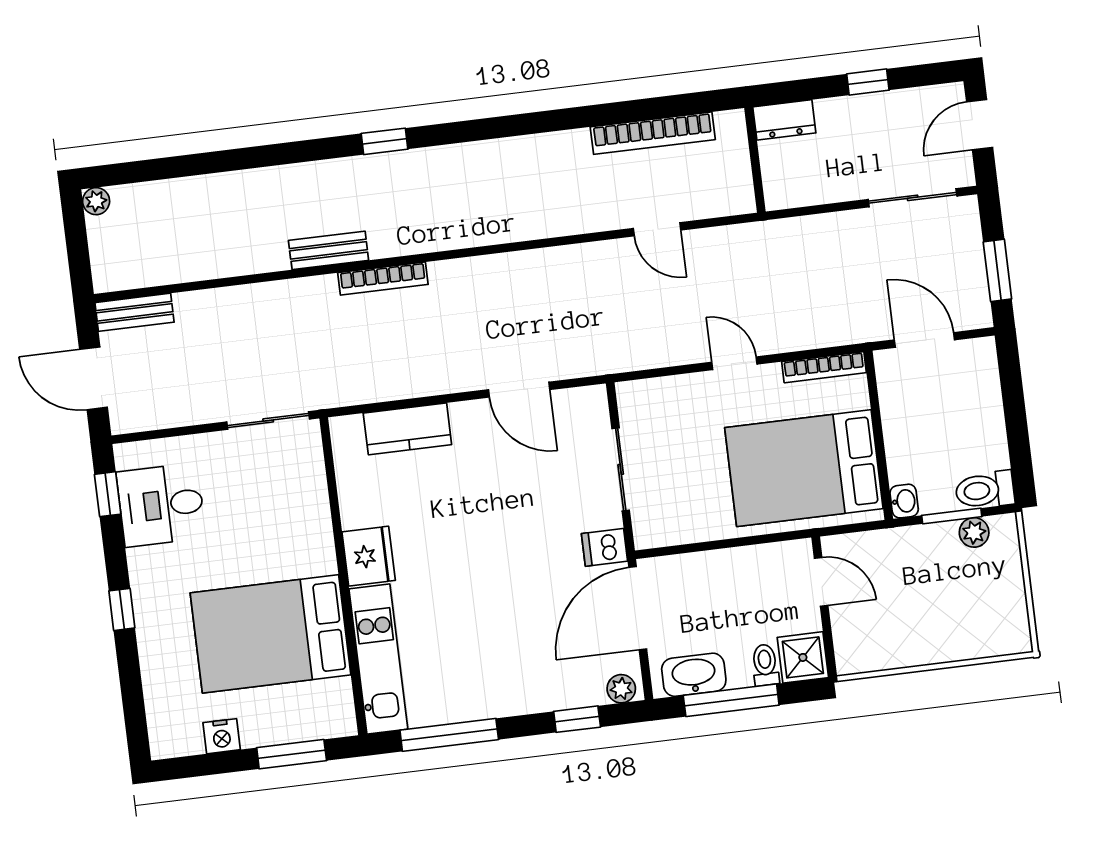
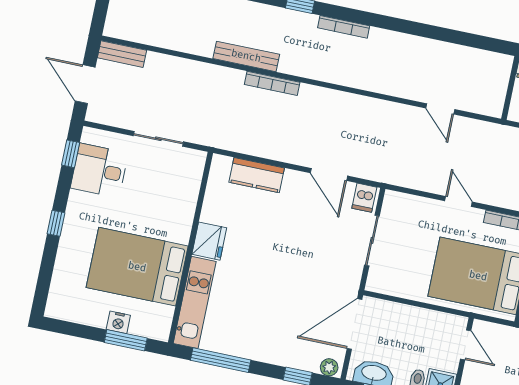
bookcase: (653, 133) -> (344, 27), moved, width x0.68, depth x0.76
bench: (329, 250) -> (246, 56), width x1.36
sliding door: (268, 420) -> (158, 139), moved
dishwasher: (605, 547) -> (364, 198), moved, turned -90
nightstand: (222, 736) -> (118, 322), moved

